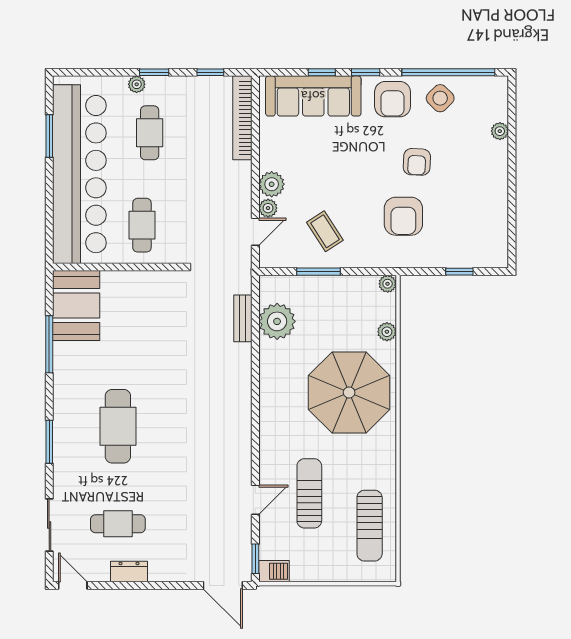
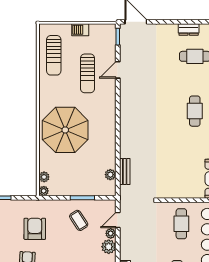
plant: (277, 321) -> (110, 175), width x0.53, depth x0.53
plant: (387, 332) -> (44, 177), moved
cafe table: (118, 426) -> (195, 111), width x0.73, depth x0.74
sun lounger: (370, 526) -> (54, 55), turned 180
barbecue: (274, 571) -> (80, 30), moved

